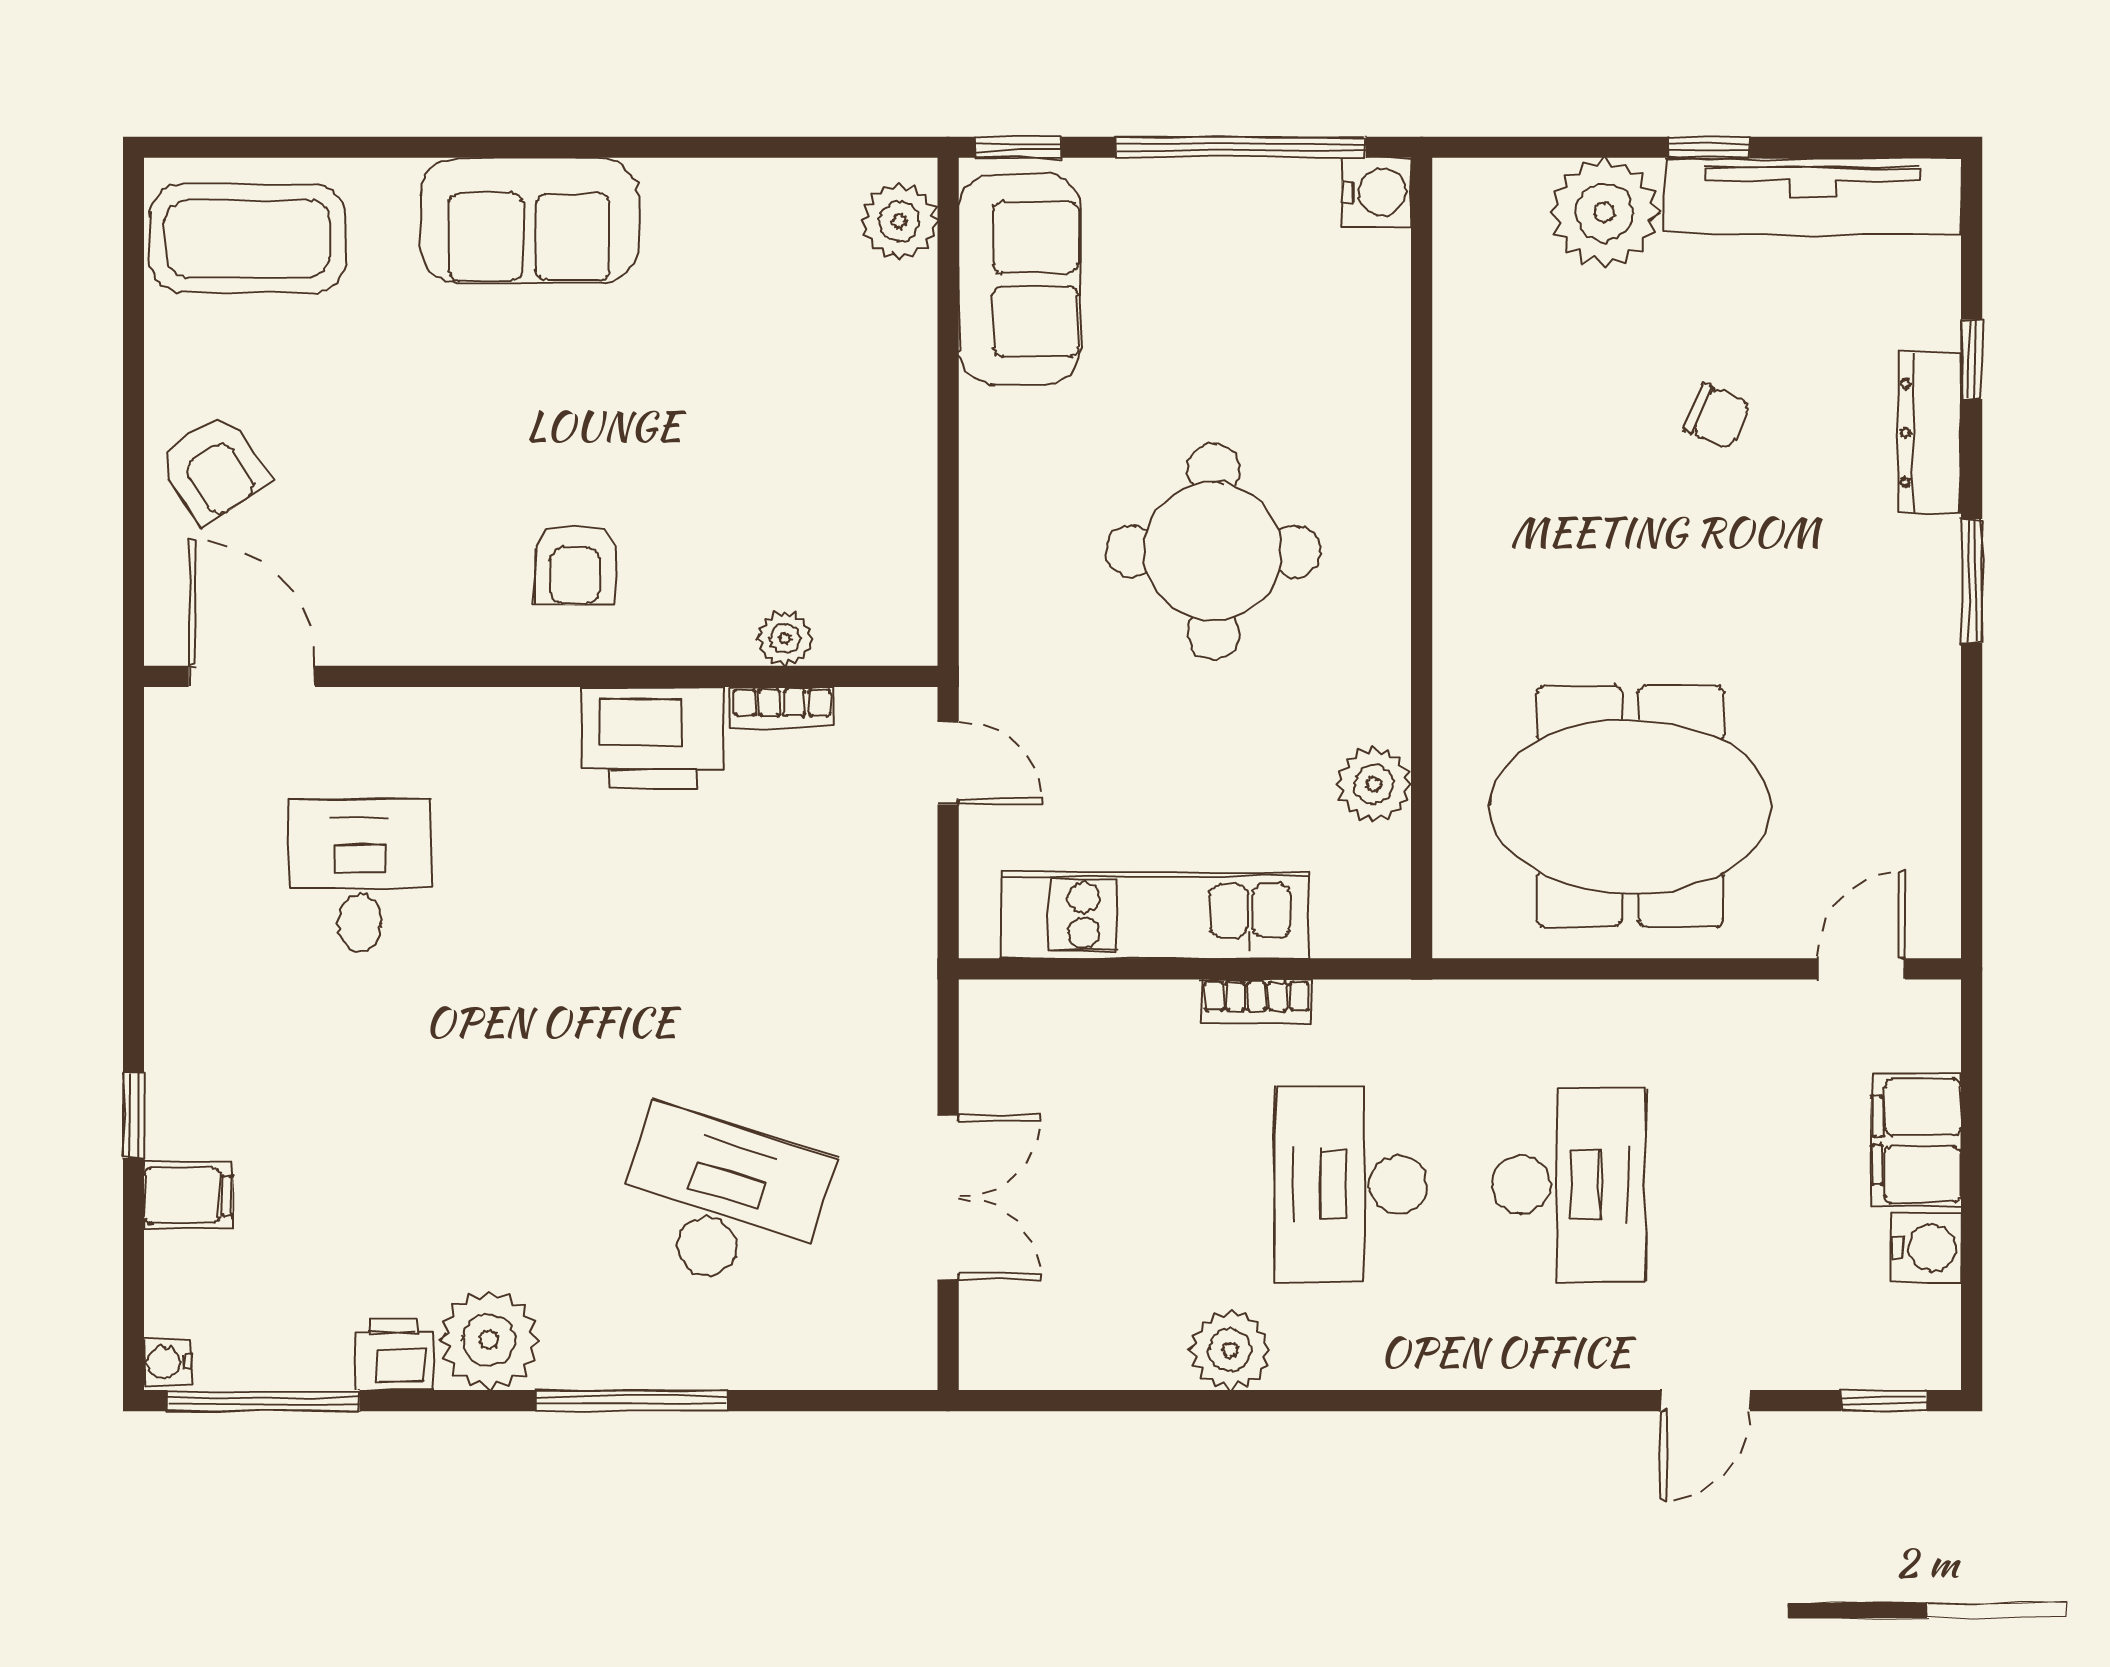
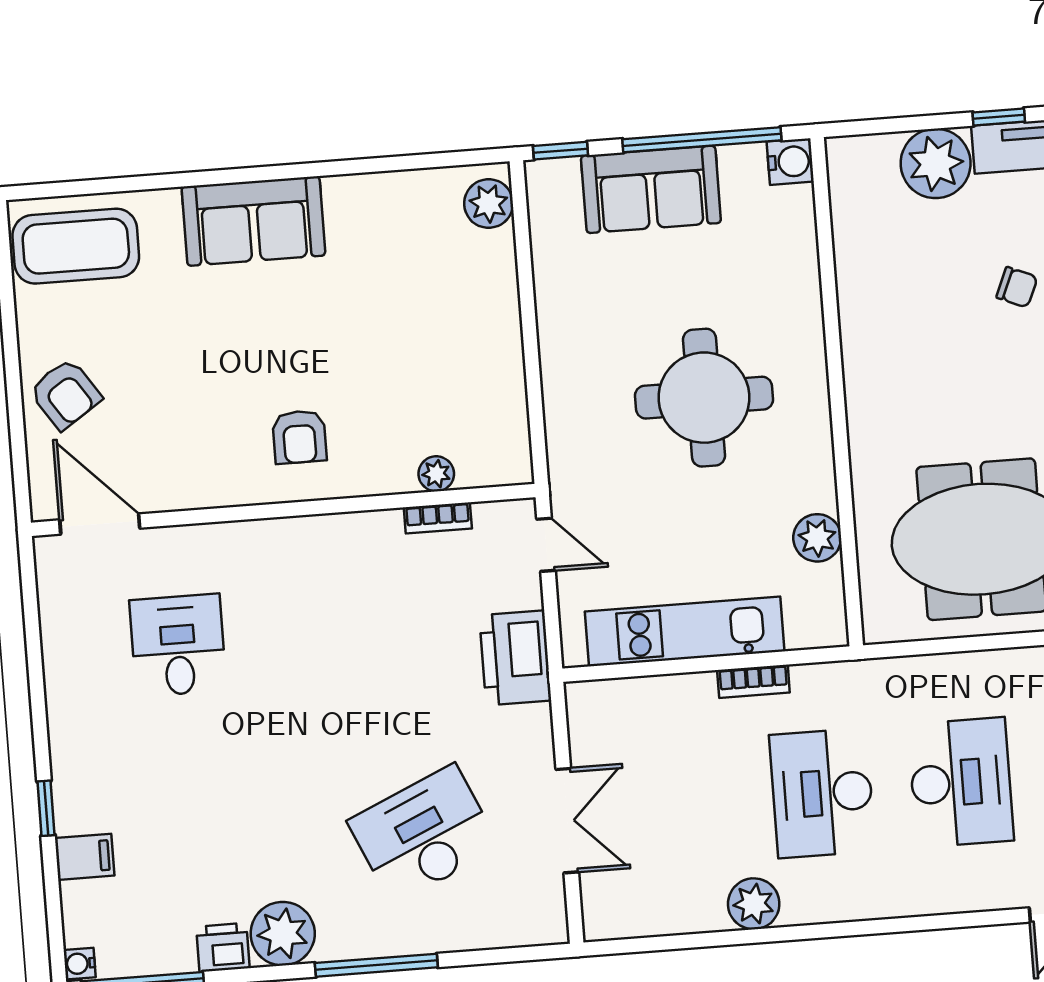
sofa: (1020, 279) -> (651, 189), moved, turned 90
printer: (653, 738) -> (515, 658), moved, turned 90
desk: (722, 1201) -> (424, 834), turned -42

